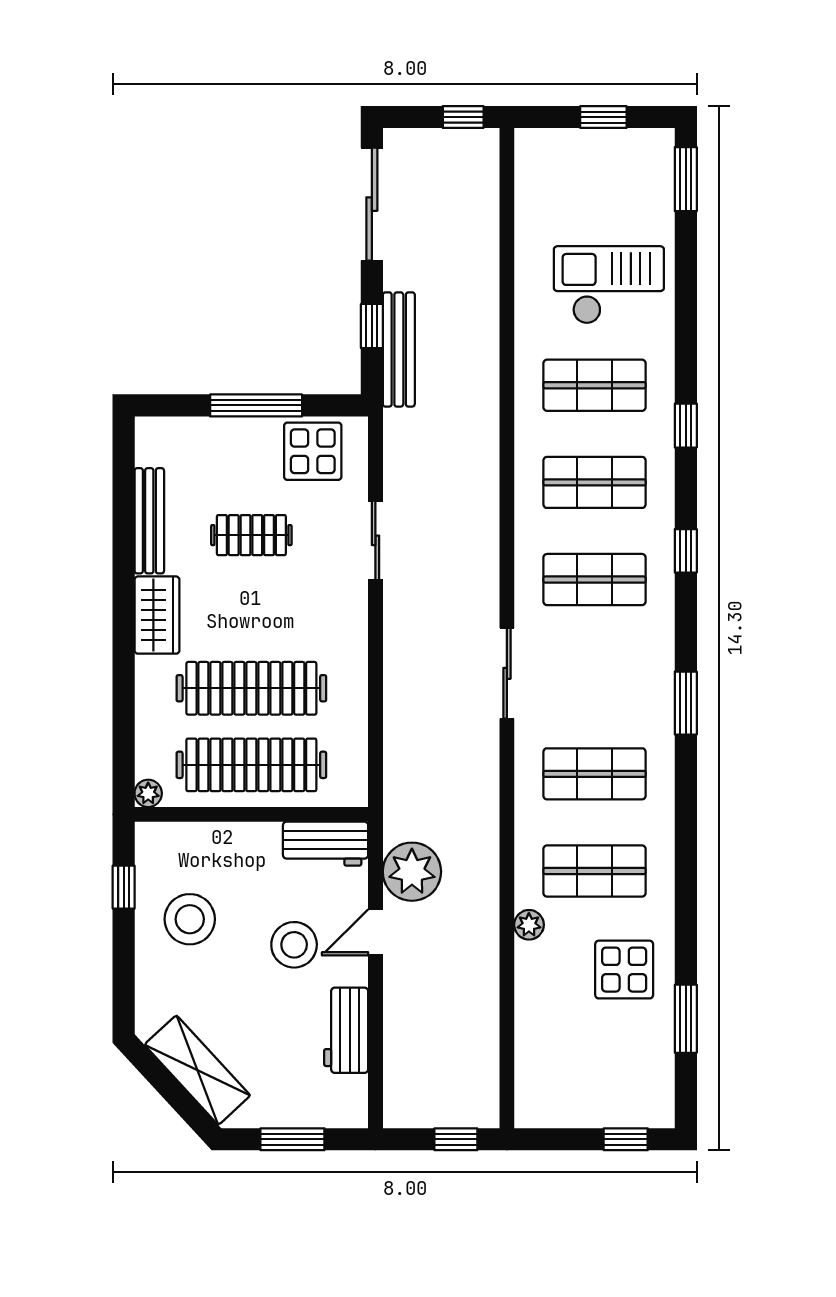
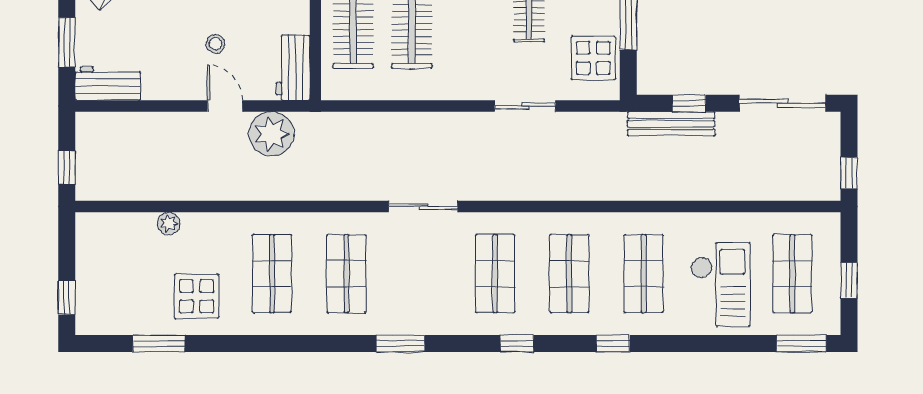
shop shelf: (595, 191) -> (792, 274), added
plant: (529, 925) -> (169, 223), moved
stool: (294, 945) -> (215, 44), width x0.53, depth x0.53
workbench: (346, 1030) -> (108, 84), moved

